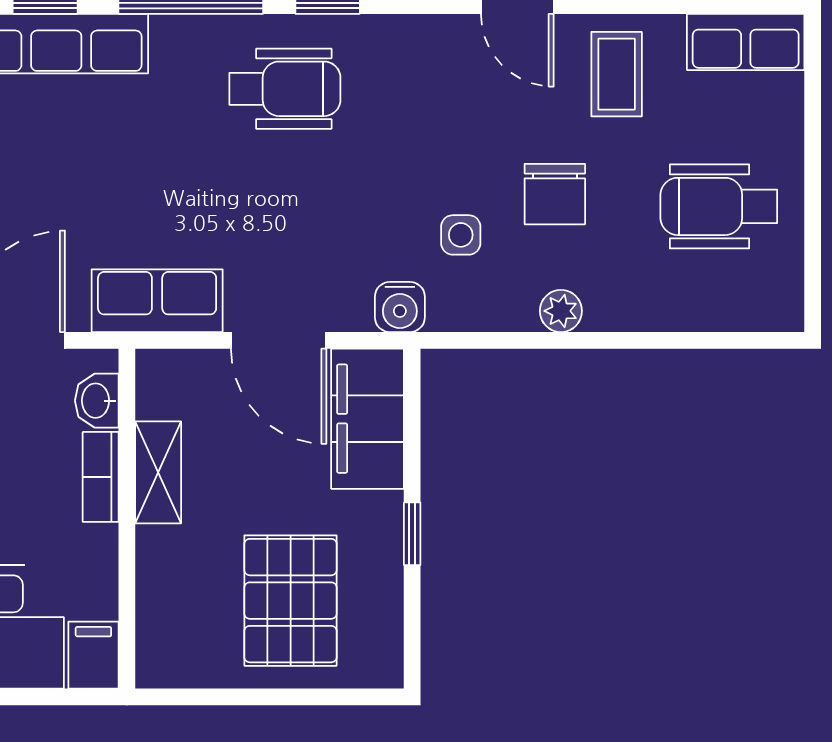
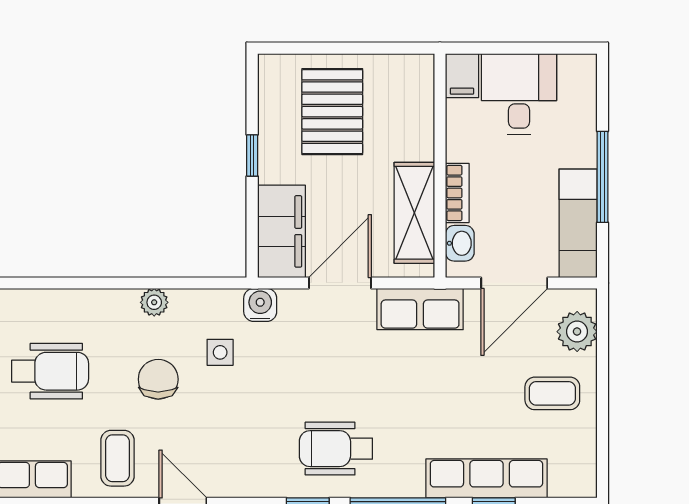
door: (279, 340) -> (340, 283), hinge flipped
shelving: (158, 472) -> (414, 213), width x1.50, depth x1.33

